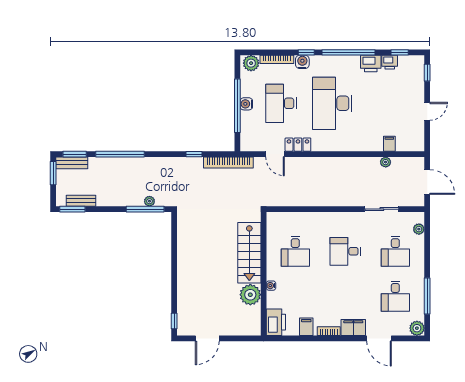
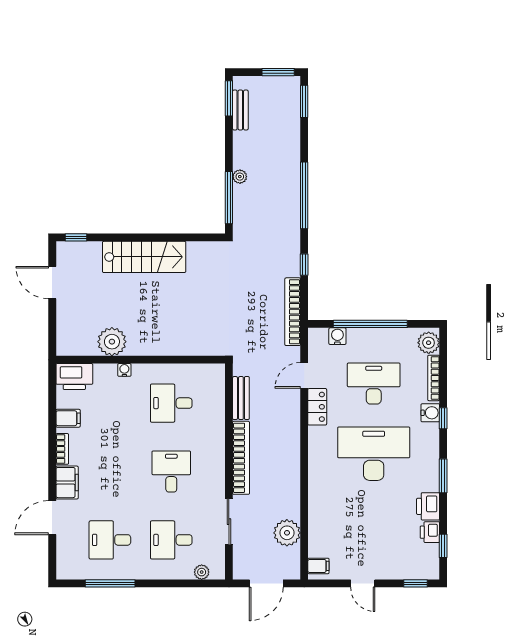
window: (348, 52) -> (443, 476), width x0.47
water cooler: (246, 104) -> (337, 336), moved
filing cabinet: (389, 144) -> (318, 566), moved
window: (120, 154) -> (304, 195), moved
plant: (386, 162) -> (287, 533), width x1.88, depth x1.88
bench: (72, 163) -> (241, 398), moved
bookcase: (335, 200) -> (241, 458), added
plant: (149, 201) -> (240, 177), moved
stairs: (249, 253) -> (144, 257), moved, turned 180
plant: (417, 328) -> (66, 569), removed

